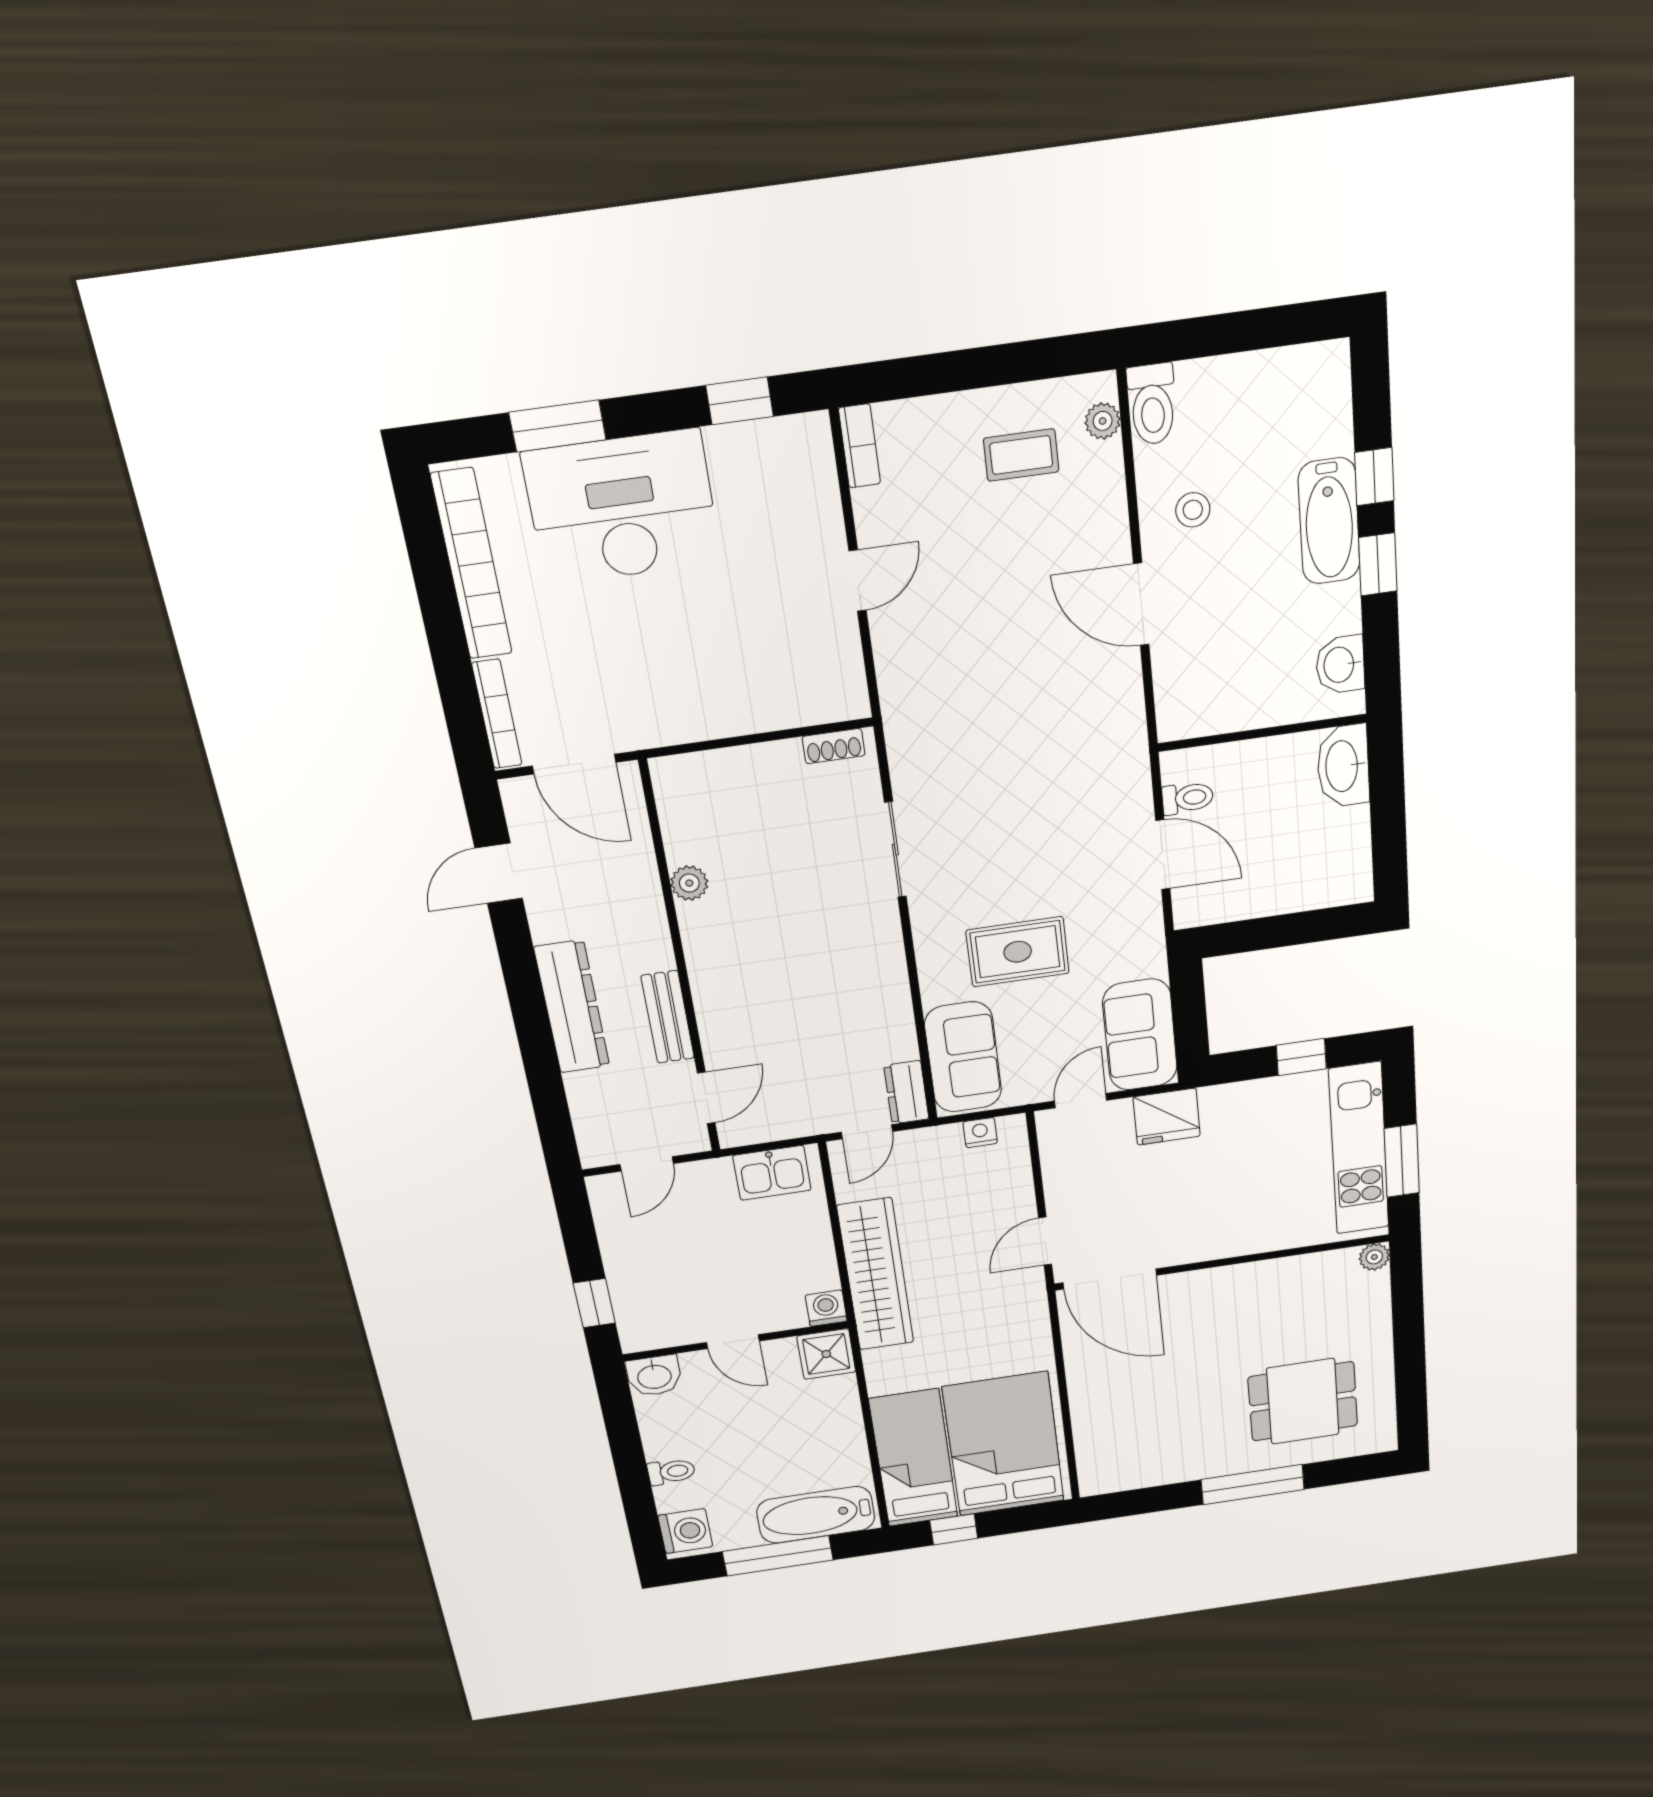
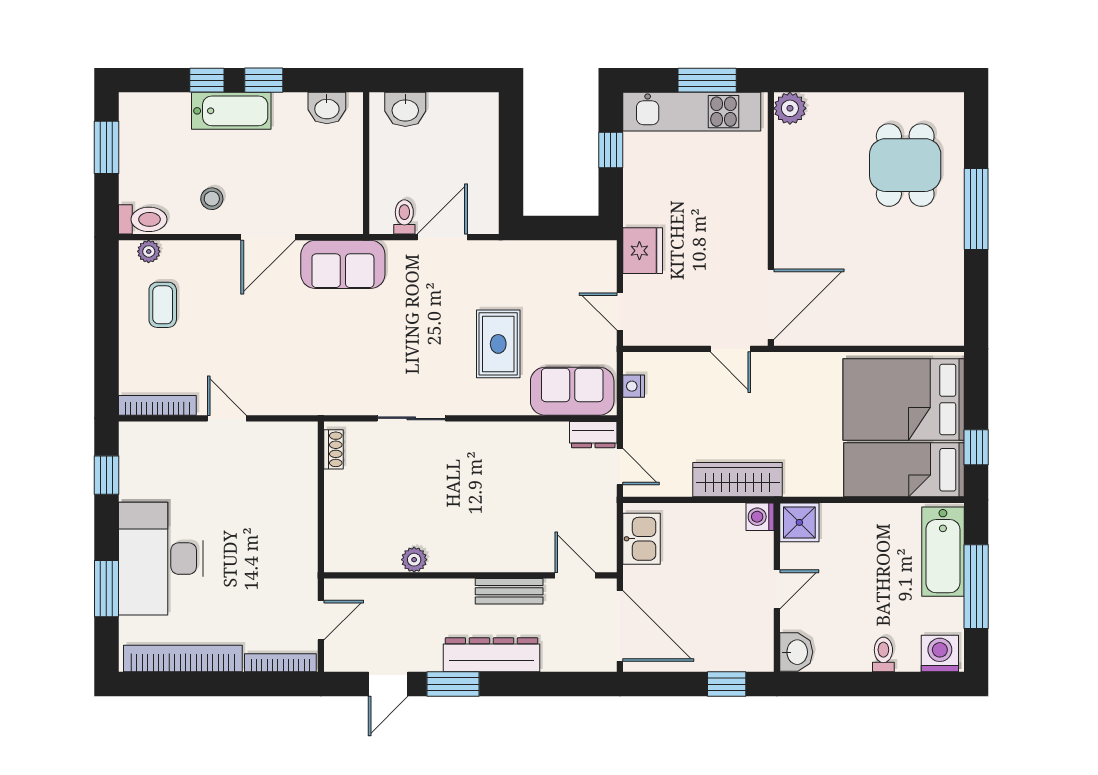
window: (1261, 329) -> (106, 147), added
bookcase: (859, 446) -> (157, 405), width x1.56
door: (574, 764) -> (321, 620), width x0.73
washbasin: (1343, 766) -> (405, 109), width x0.72
door: (499, 873) -> (388, 684), hinge flipped
window: (519, 962) -> (453, 684), added
sofa: (1140, 1035) -> (343, 264), moved
door: (647, 1164) -> (620, 626), width x1.87
plant: (1374, 1257) -> (790, 108), width x1.38, depth x1.38
wardrobe: (876, 1275) -> (738, 480), width x0.71, depth x0.85

